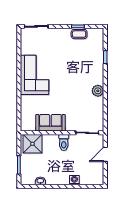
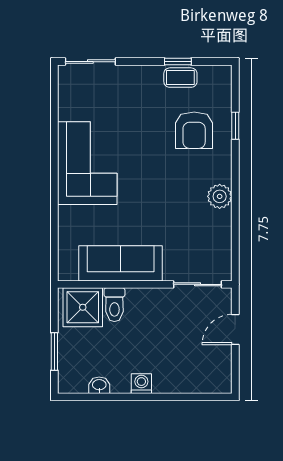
armchair: (86, 59) -> (194, 130), added
sofa: (50, 123) -> (121, 263), width x1.36
toilet: (64, 143) -> (114, 305), moved
washing machine: (74, 180) -> (141, 384), moved

